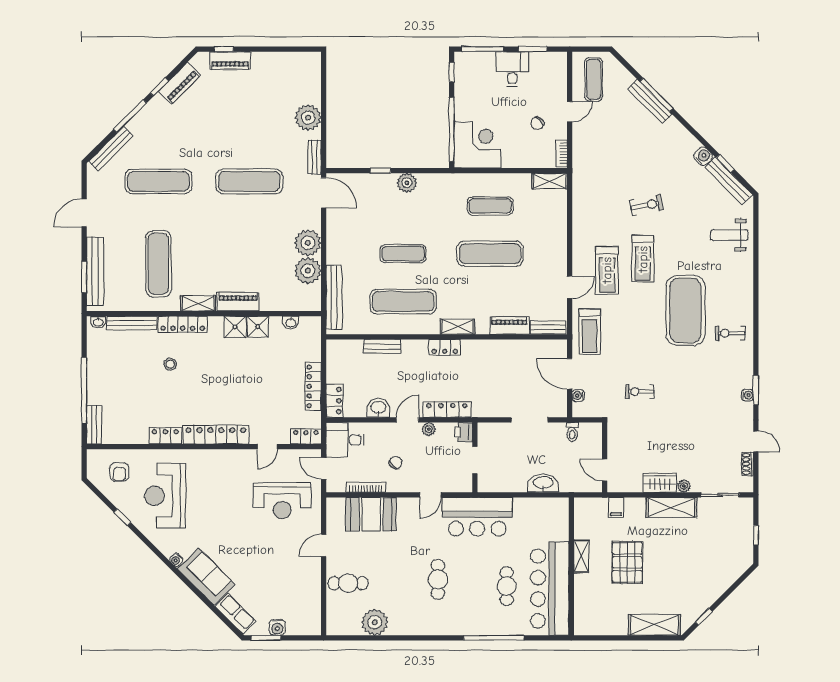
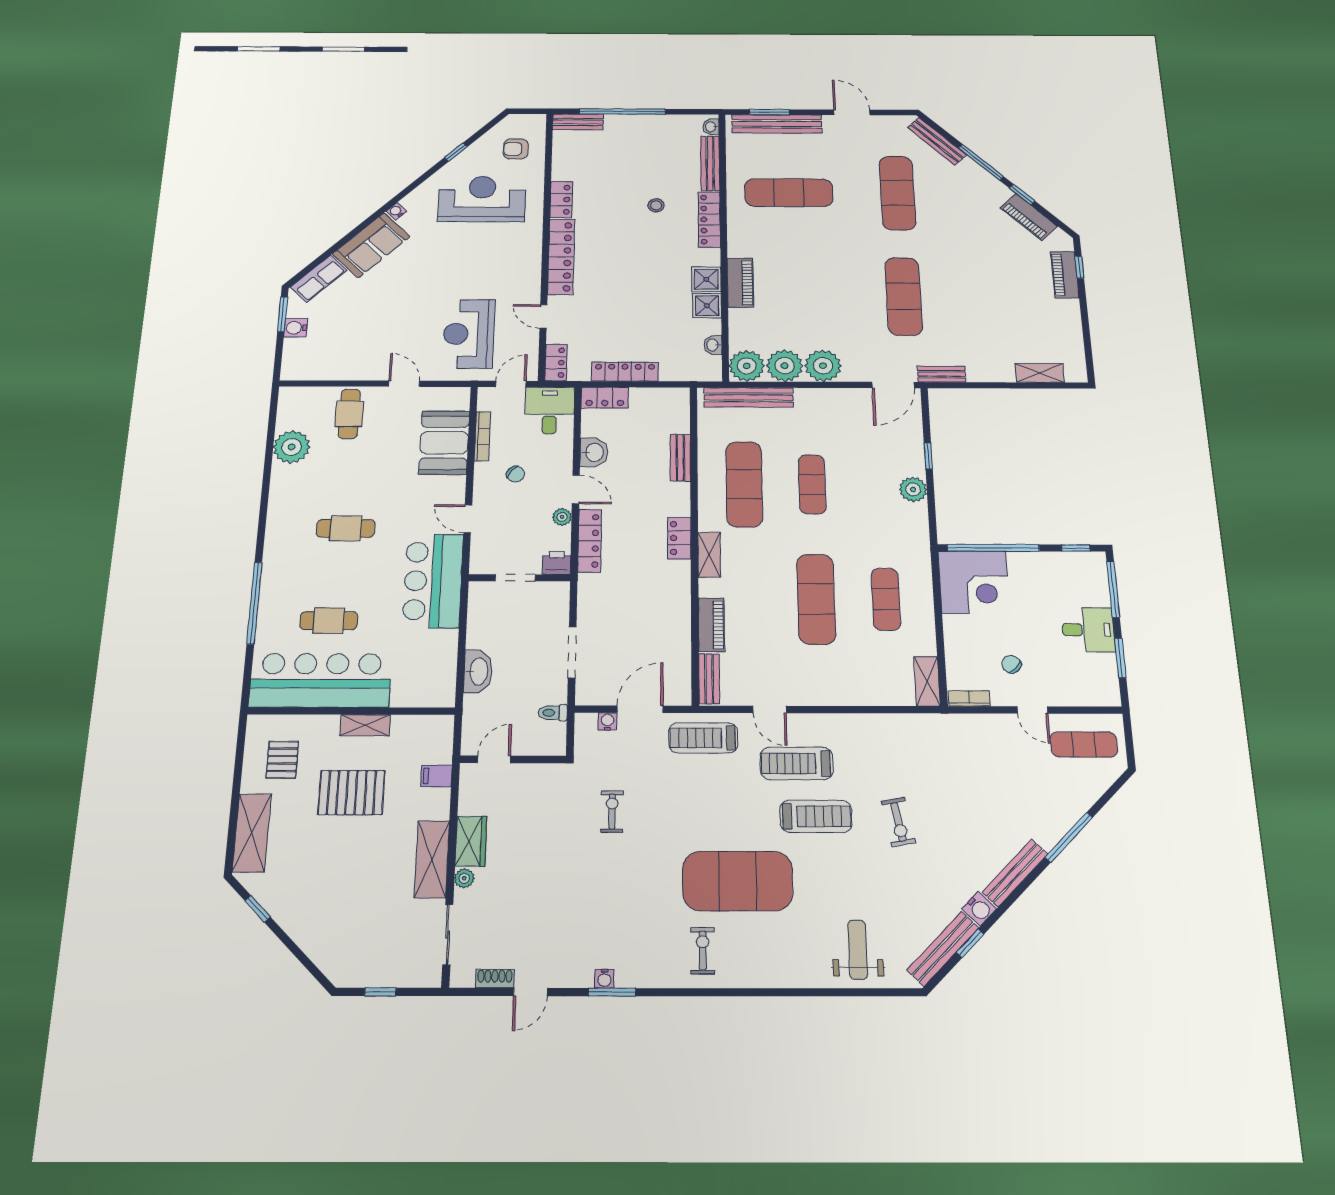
bench: (650, 102) -> (1015, 873), moved
plant: (308, 118) -> (747, 366), moved
treadmill: (643, 259) -> (816, 816), turned 180
shelving: (198, 303) -> (1040, 373), moved, turned 90
pallet: (605, 609) -> (282, 760), added

